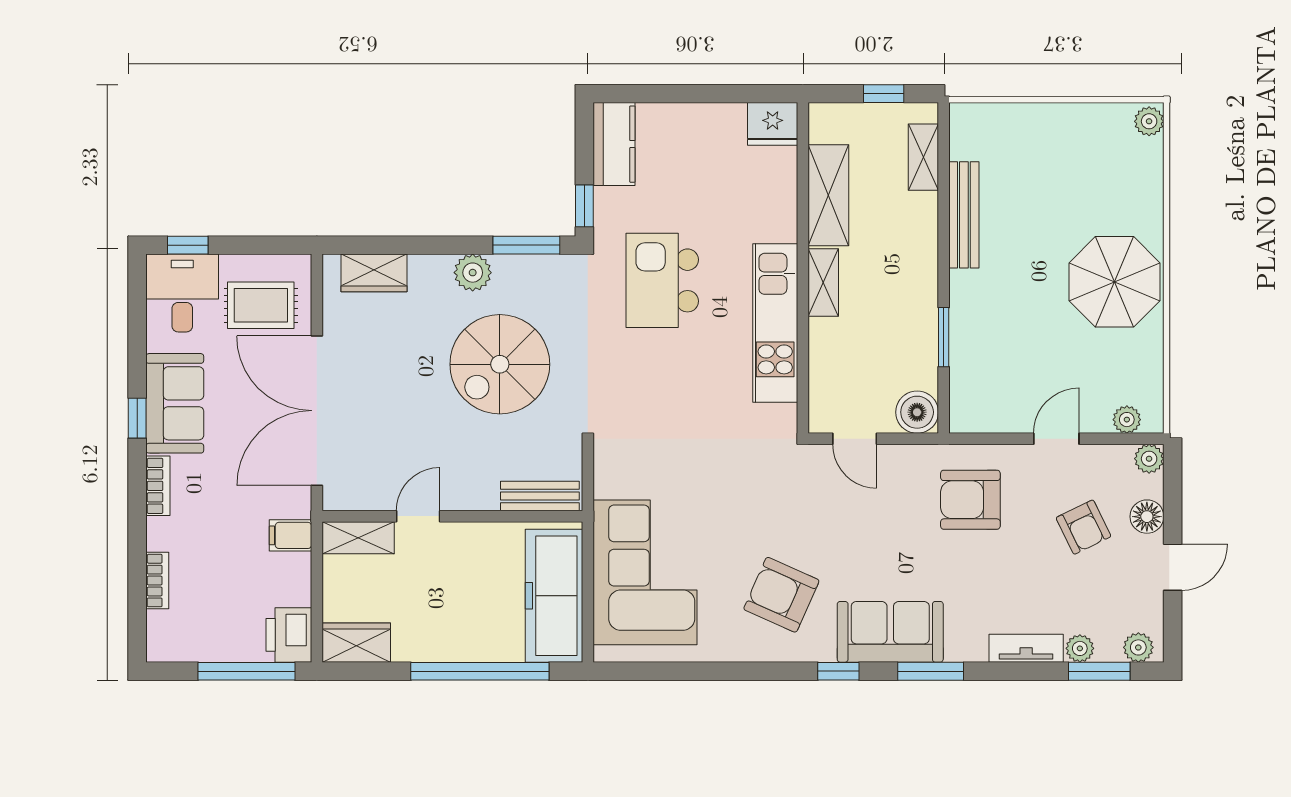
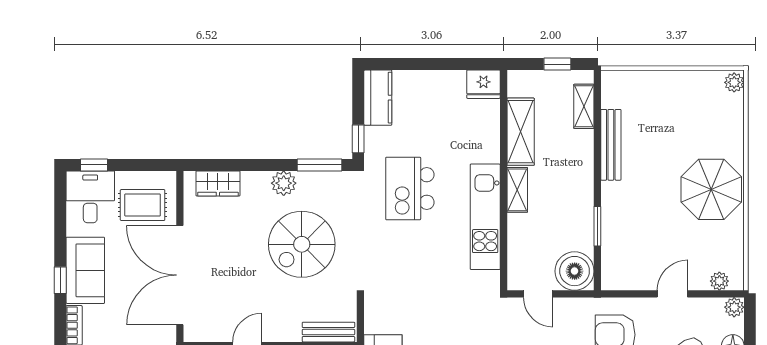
boiler: (917, 412) -> (575, 271), width x1.37, depth x1.37

